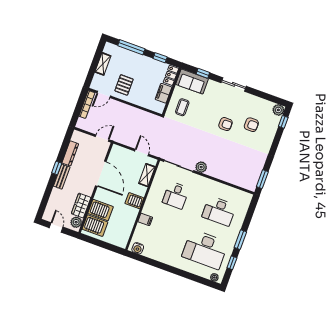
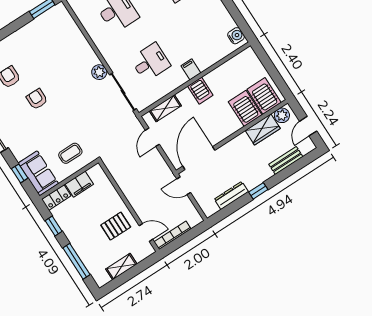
door: (101, 174) -> (199, 158), moved
bench: (62, 177) -> (286, 160), moved
filing cabinet: (145, 219) -> (191, 69), moved

